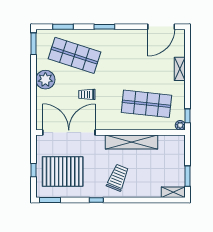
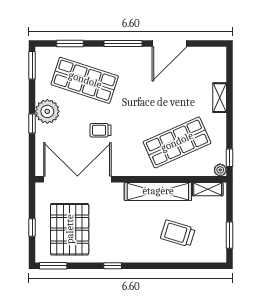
window: (104, 27) -> (123, 43), width x1.44
door: (161, 27) -> (169, 43), moved
window: (33, 89) -> (32, 123), added
shop shelf: (146, 104) -> (177, 142), turned -30
pallet: (63, 171) -> (70, 229), turned 90
trolley: (118, 178) -> (178, 233), moved, turned -95
shelving: (173, 192) -> (208, 189), moved

